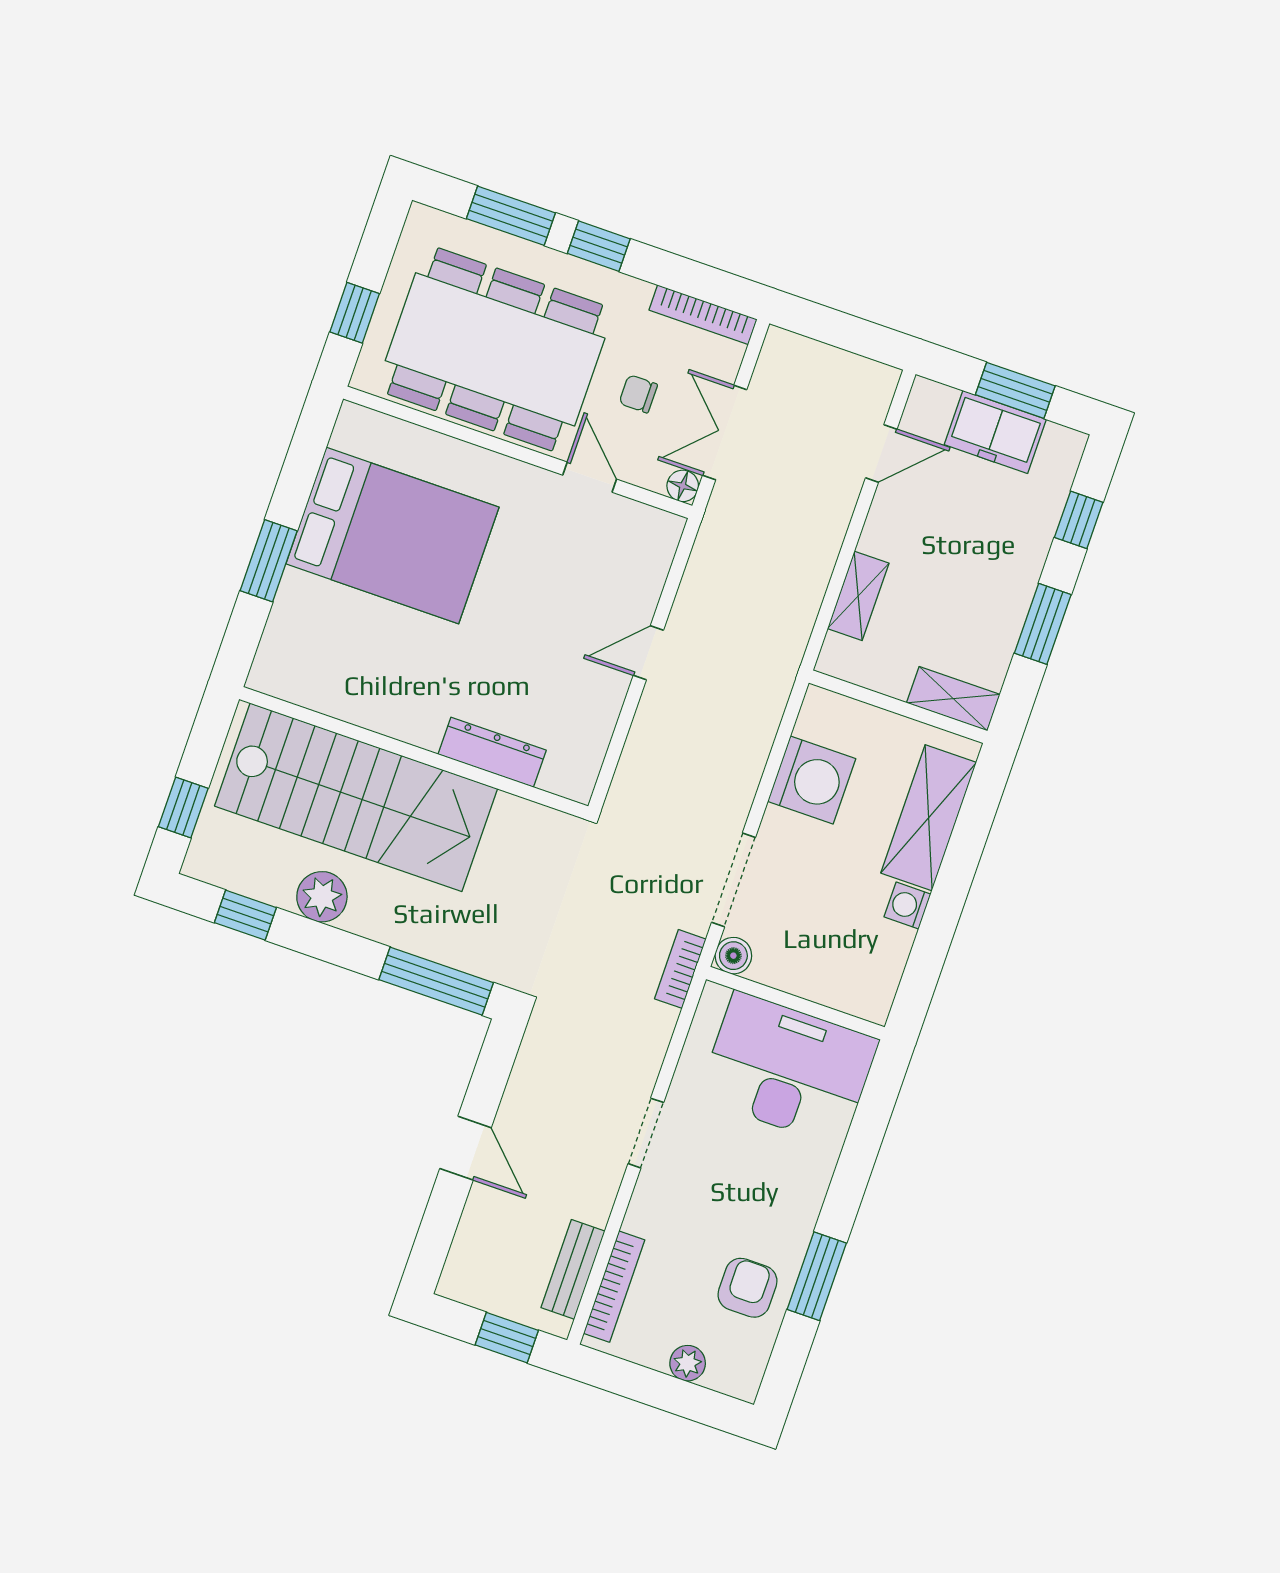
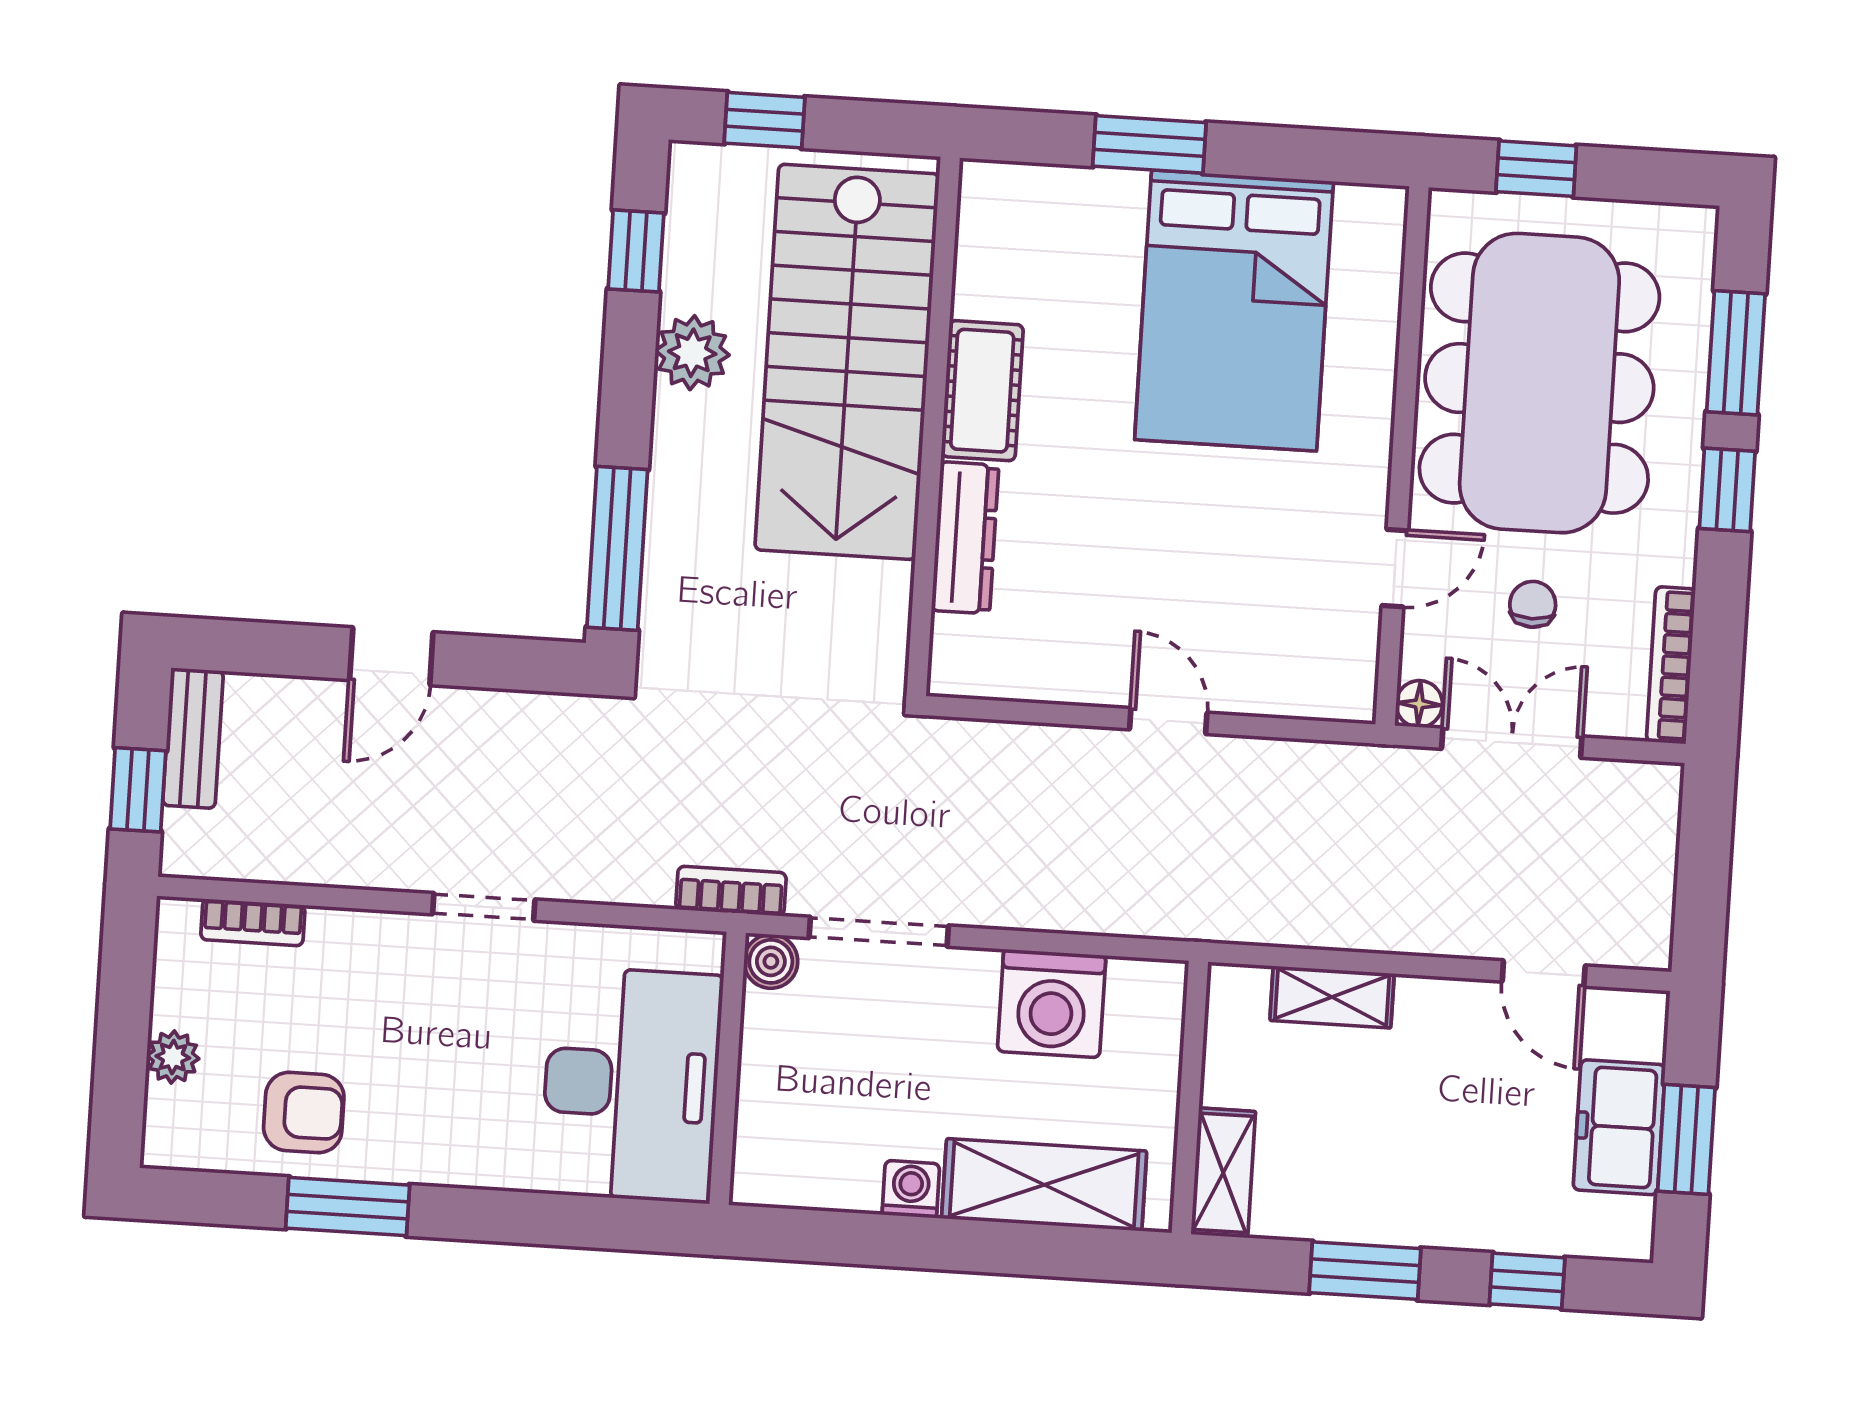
cot: (399, 714) -> (982, 391), added
bench: (573, 1269) -> (193, 738), moved, turned 90
bookcase: (614, 1287) -> (253, 922), width x0.64

